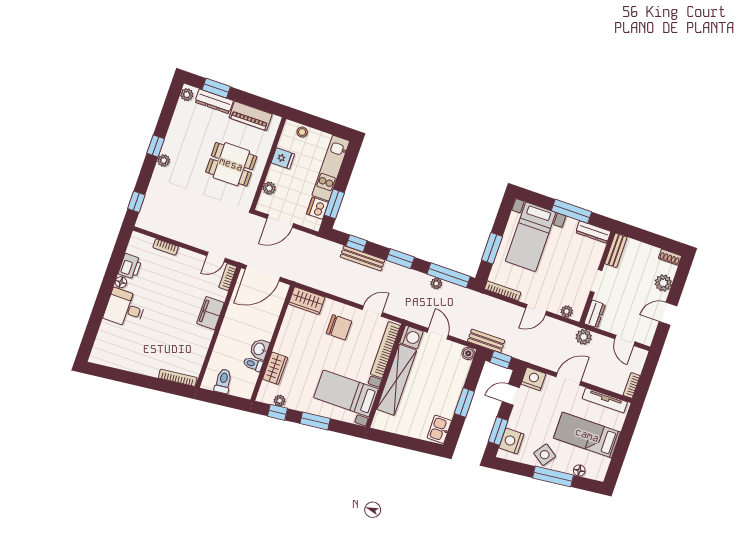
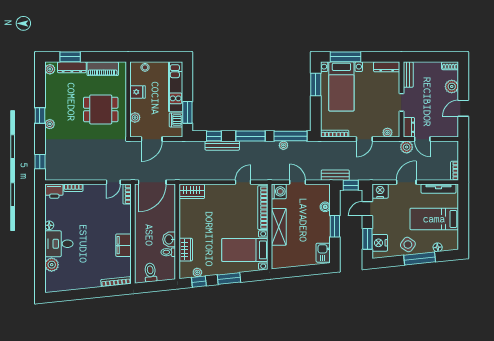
window: (572, 211) -> (346, 57), moved
window: (492, 248) -> (316, 85), moved
window: (400, 259) -> (250, 136), width x1.44
printer: (130, 266) -> (54, 191), moved, turned 90
filing cabinet: (210, 313) -> (124, 245), moved
chair: (339, 327) -> (223, 203), removed
plant: (108, 331) -> (52, 265), added
door: (625, 340) -> (422, 139), moved
boiler: (468, 353) -> (325, 207), moved
shelving: (397, 380) -> (279, 227), width x0.68

